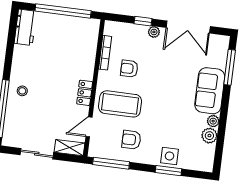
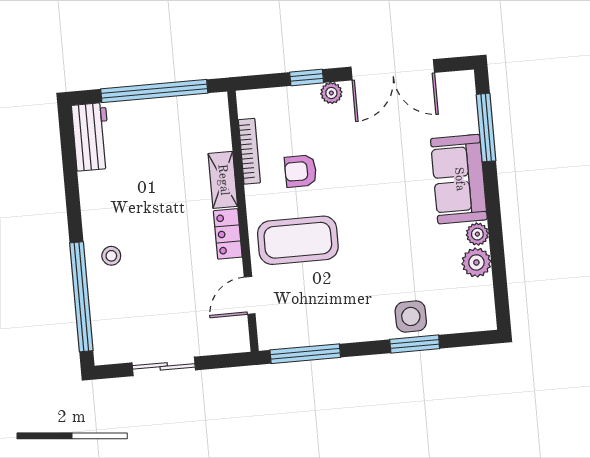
armchair: (131, 140) -> (333, 302), removed
shelving: (69, 148) -> (223, 180), moved, turned 90

